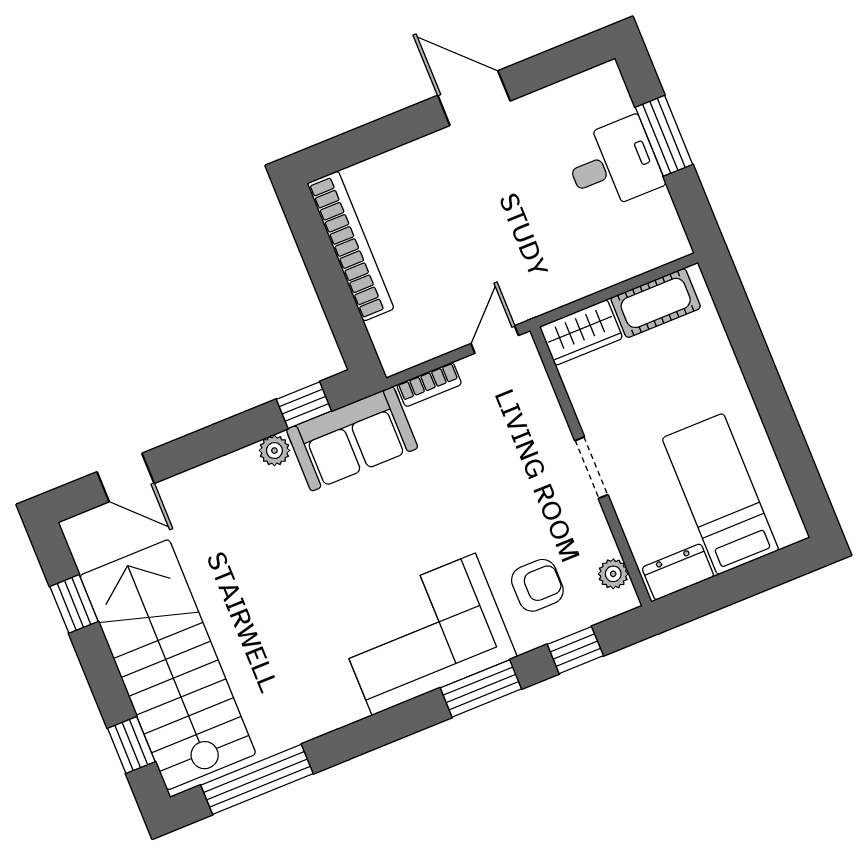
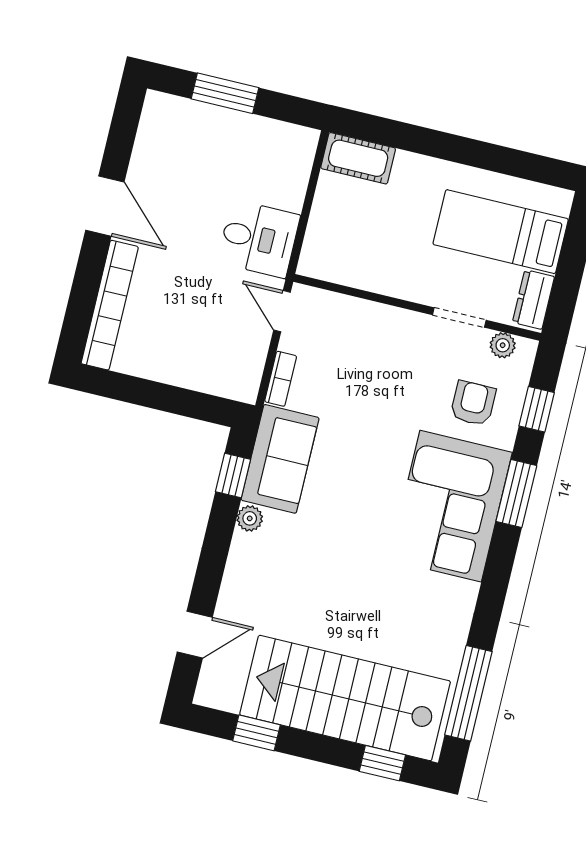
door: (474, 98) -> (105, 206), swing flipped
desk: (613, 164) -> (259, 239), moved, turned 90
bookcase: (351, 246) -> (110, 305), moved, turned 90
cot: (656, 303) -> (358, 158), moved, turned 90
wardrobe: (581, 332) -> (320, 248), removed
doorway: (591, 468) -> (459, 318), moved

